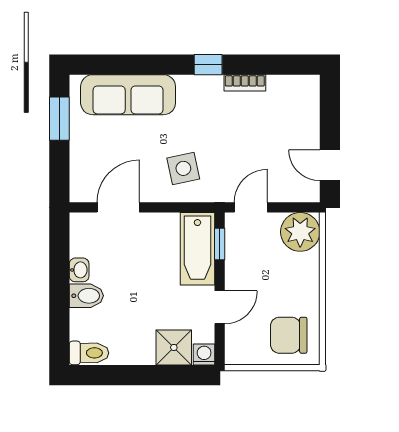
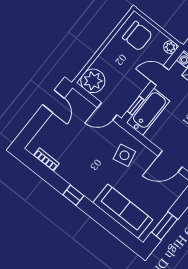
bookcase: (245, 83) -> (46, 159), moved
plant: (235, 355) -> (170, 47), added

